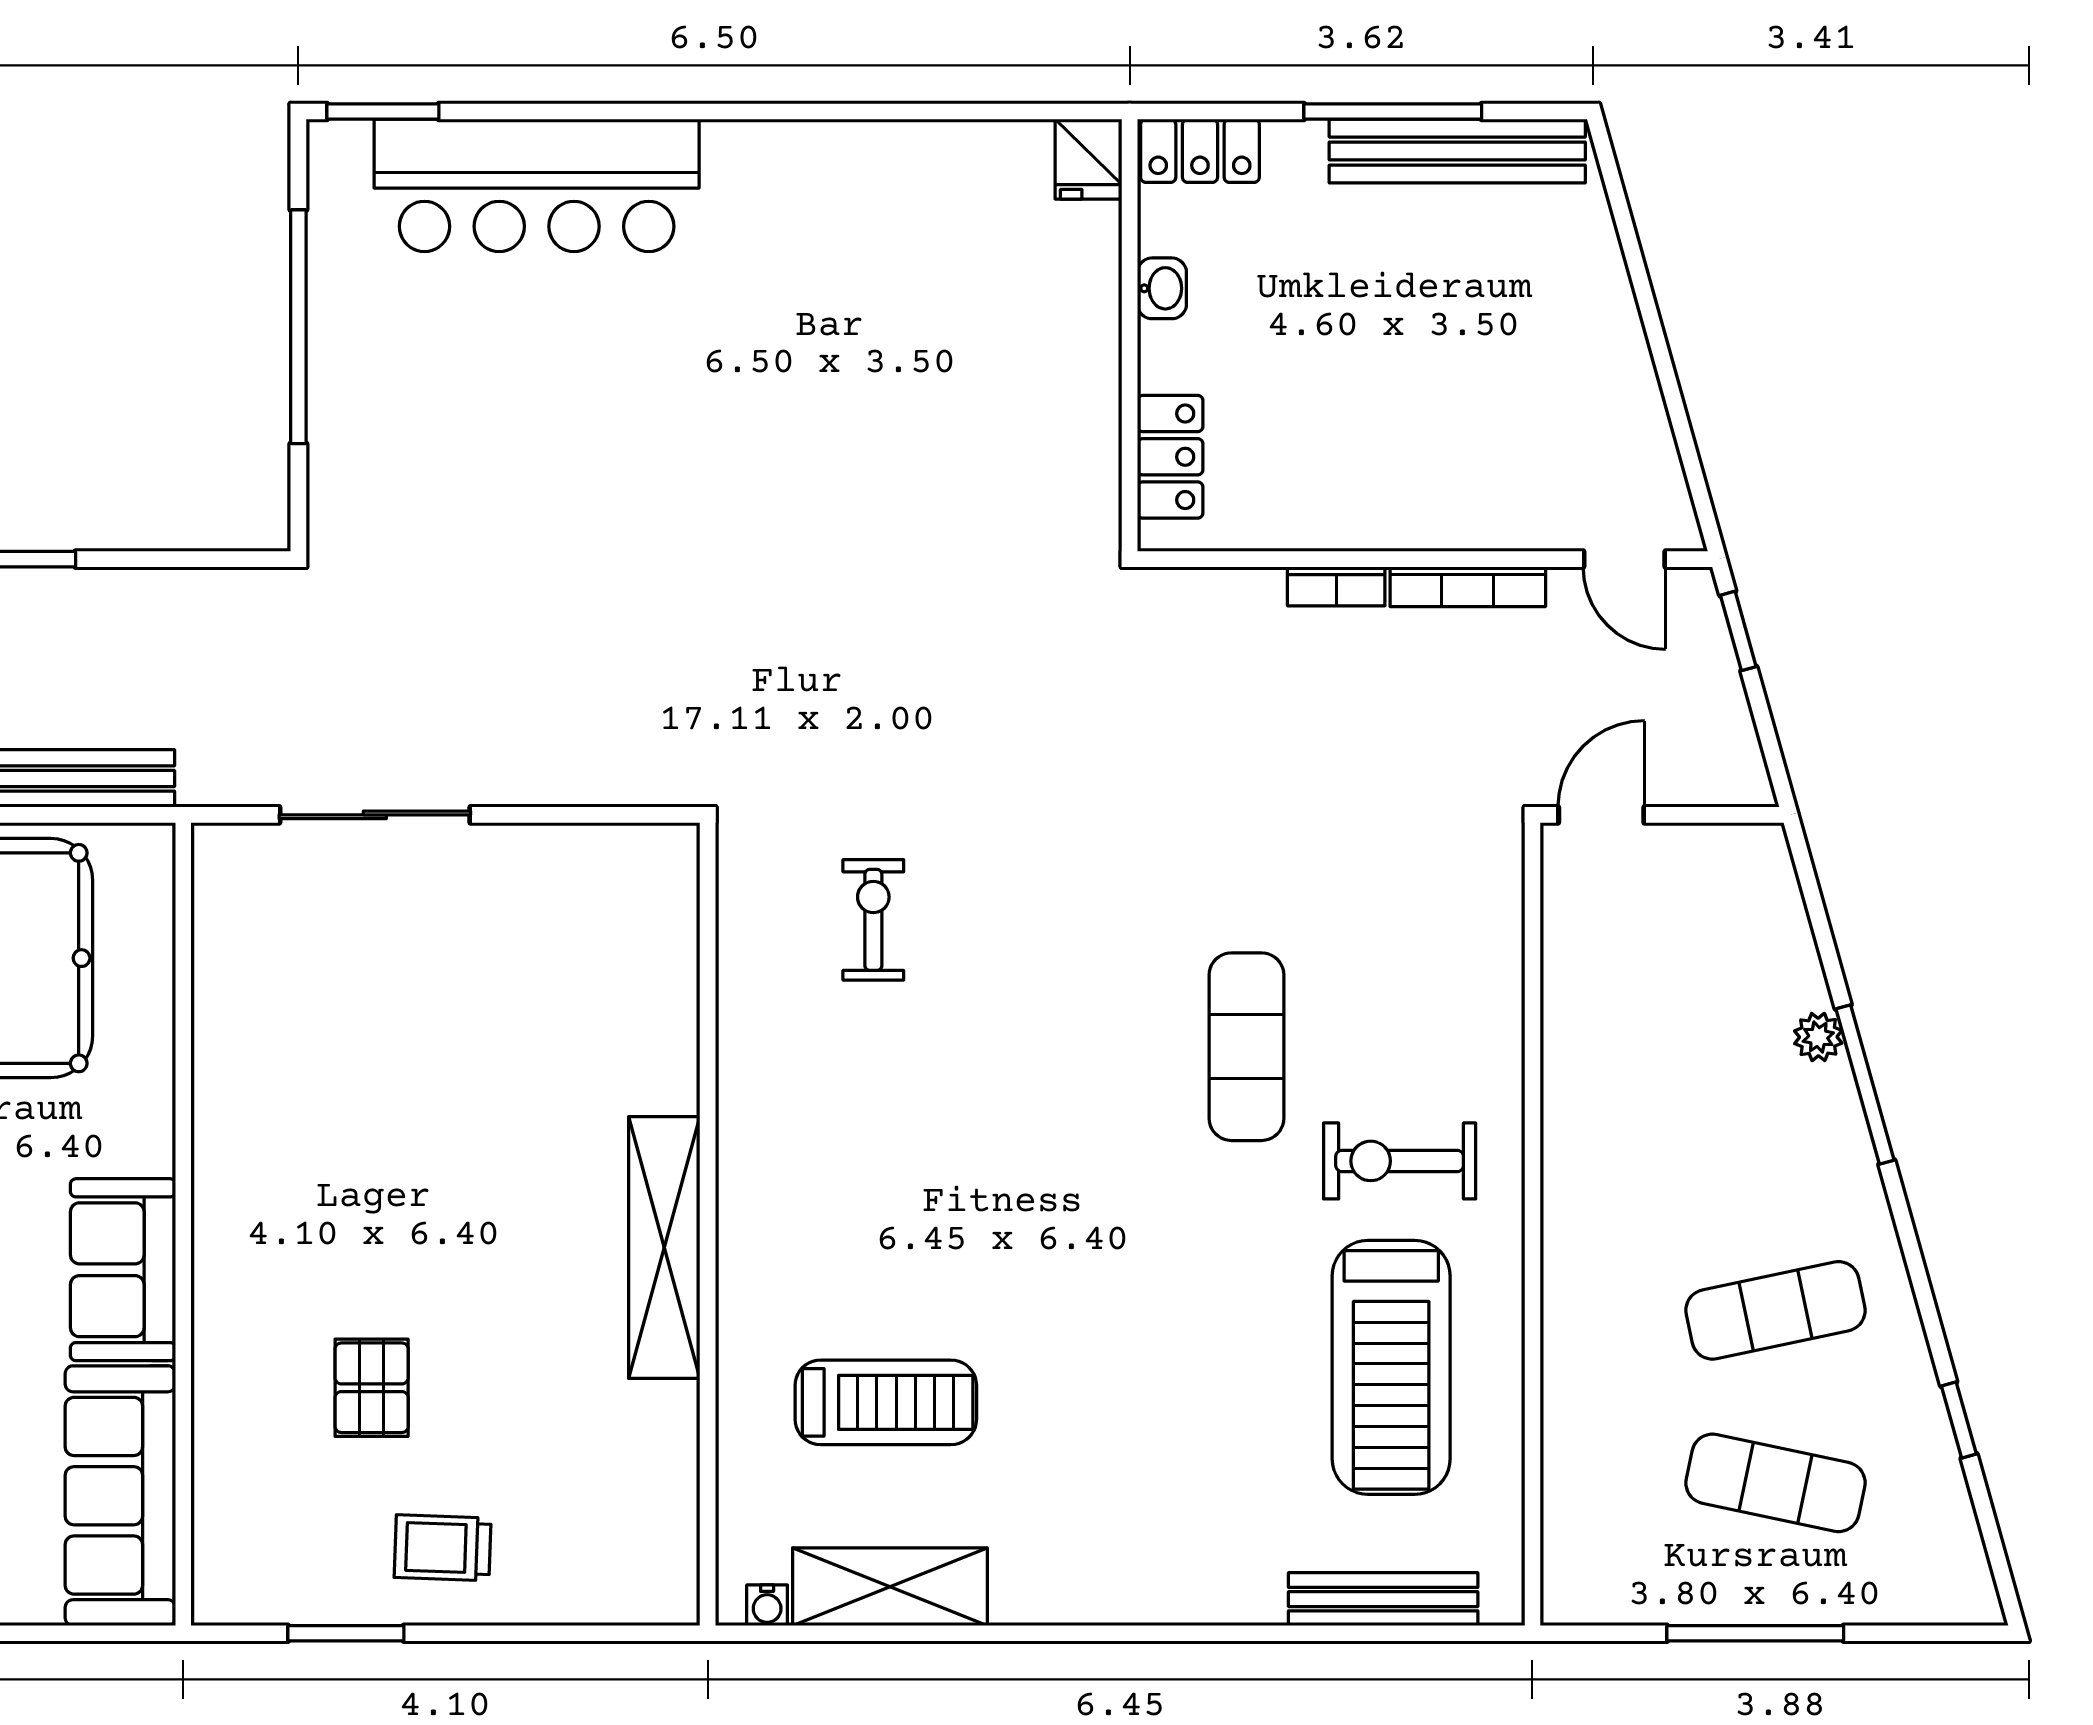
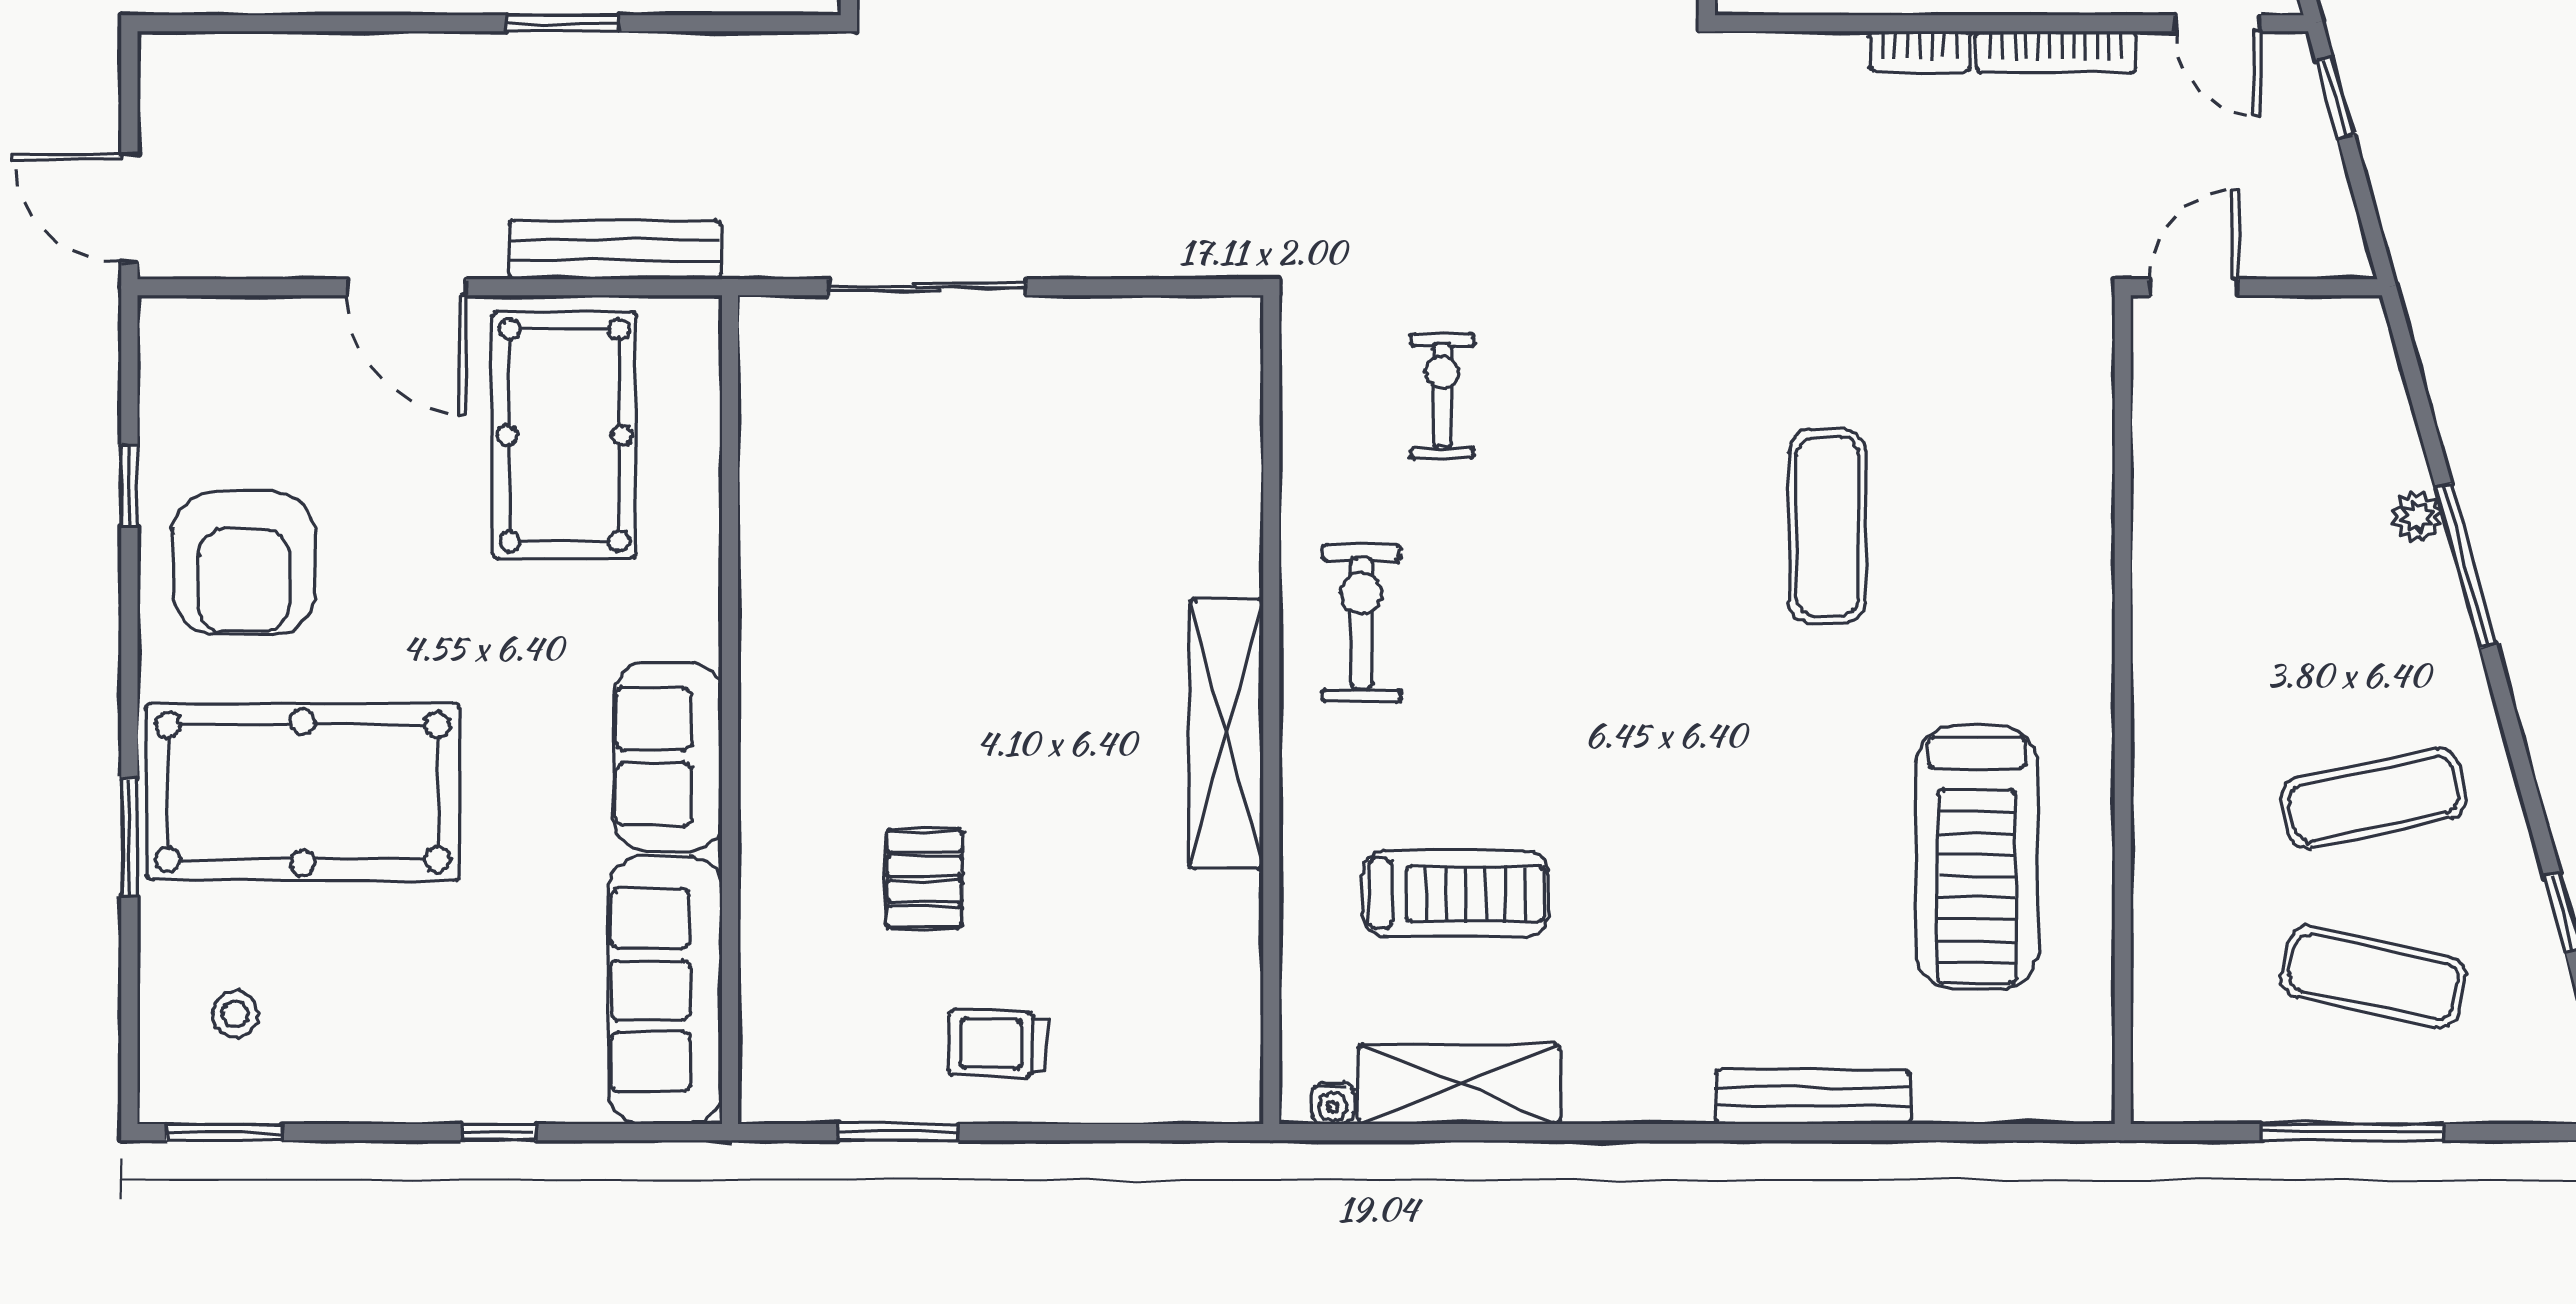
exercise bike: (1400, 1161) -> (1362, 623), moved, turned 90
bench: (1383, 1599) -> (1813, 1097), moved

